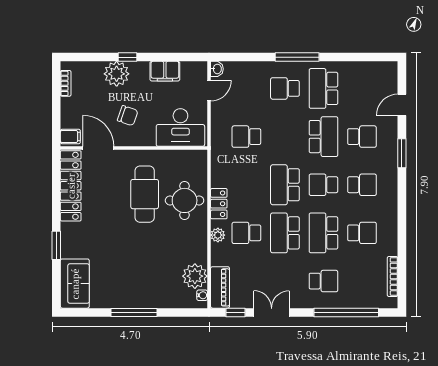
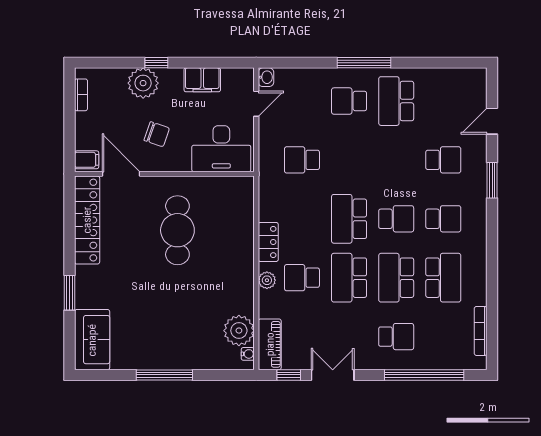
school desk: (323, 137) -> (396, 160), removed
school desk: (323, 185) -> (396, 219), turned 180
round table: (185, 200) -> (226, 238), removed
school desk: (362, 233) -> (443, 278), width x1.85

